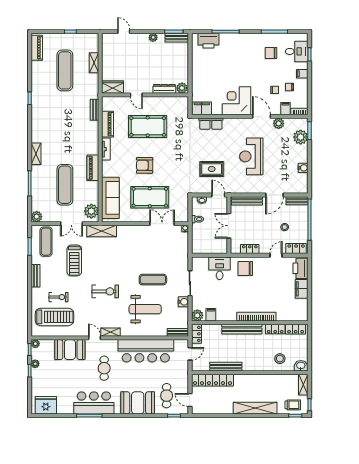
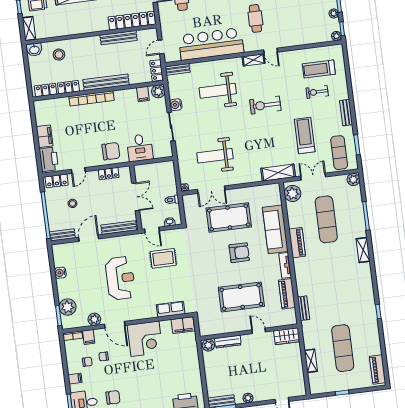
sofa: (110, 198) -> (275, 229), moved
weight bench: (155, 253) -> (215, 156), added
exercise mat: (153, 280) -> (213, 125), removed
treadmill: (54, 317) -> (319, 69), width x0.73, depth x0.73
booth: (70, 350) -> (297, 34), removed

